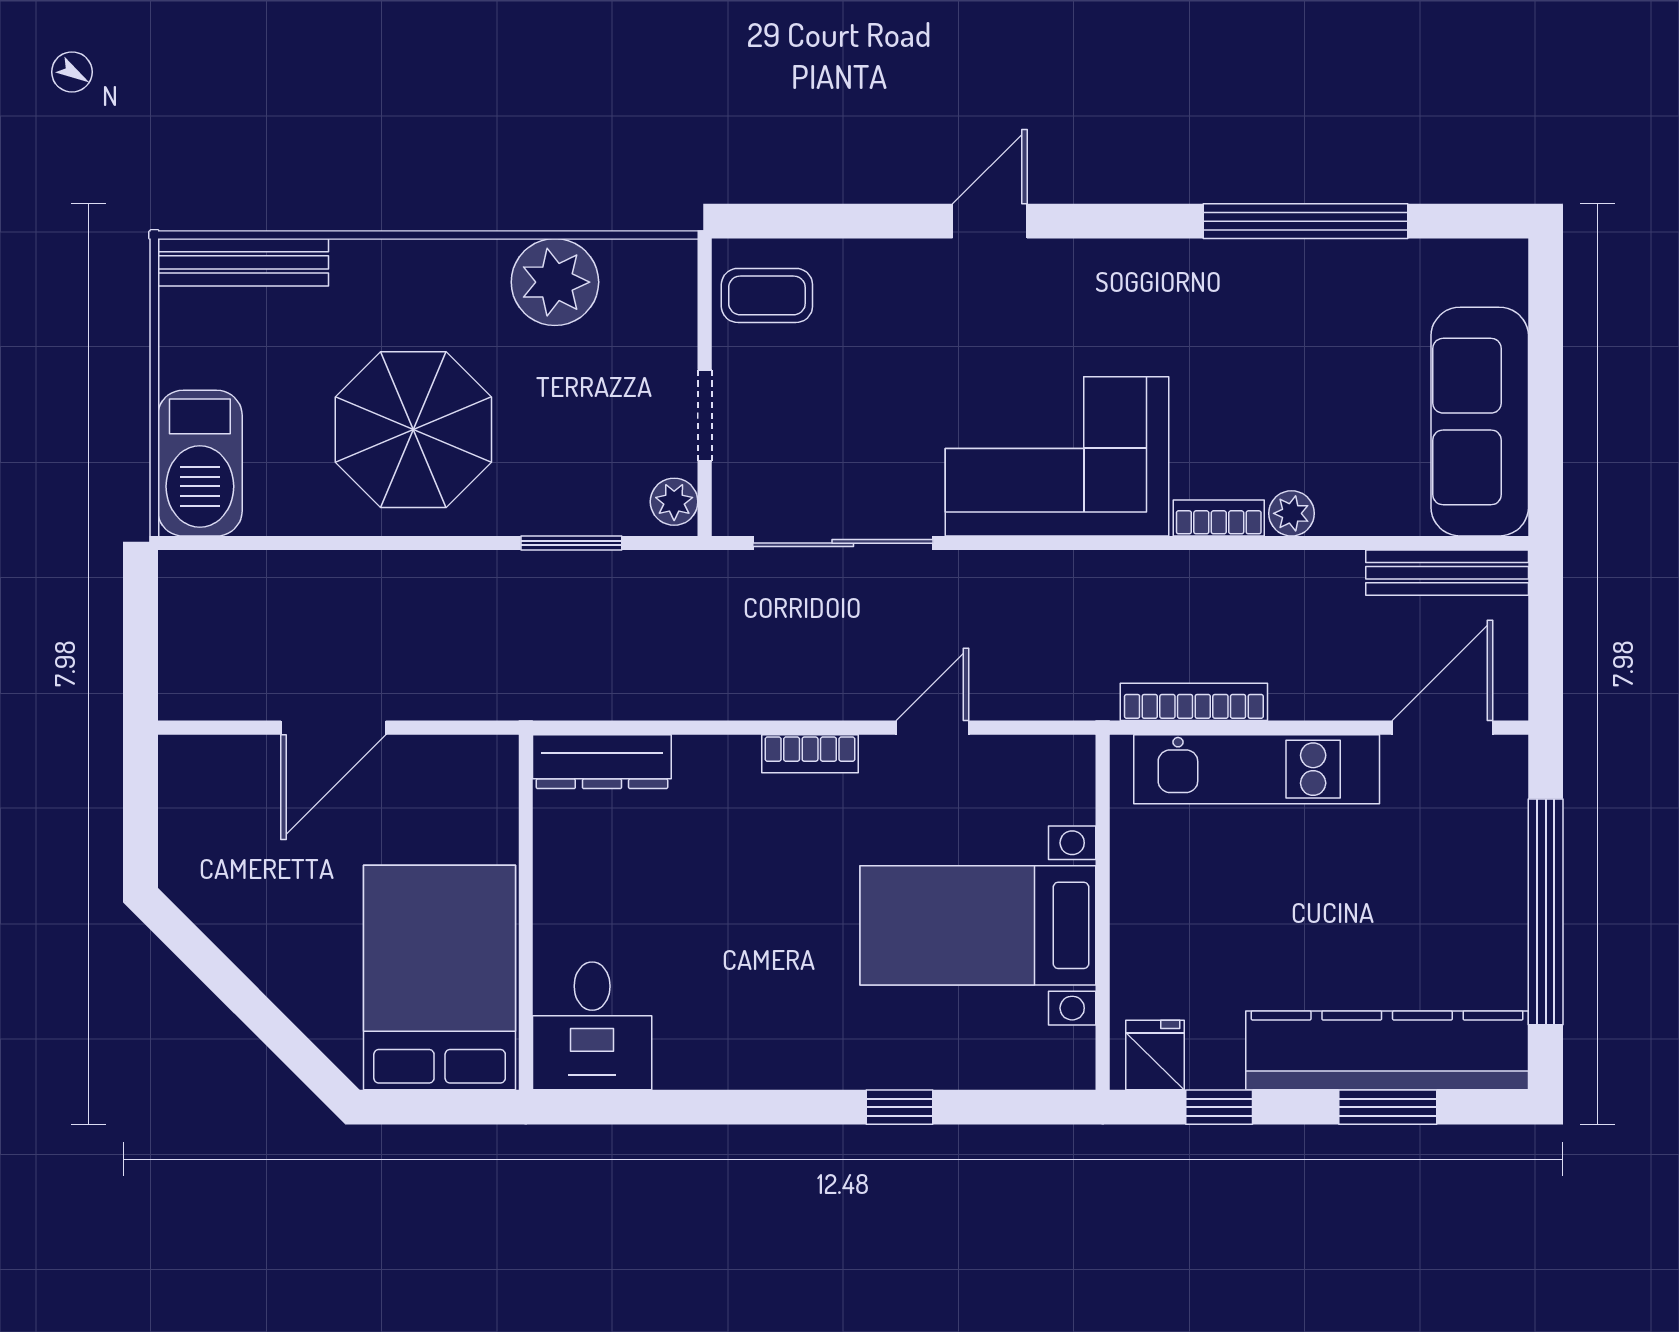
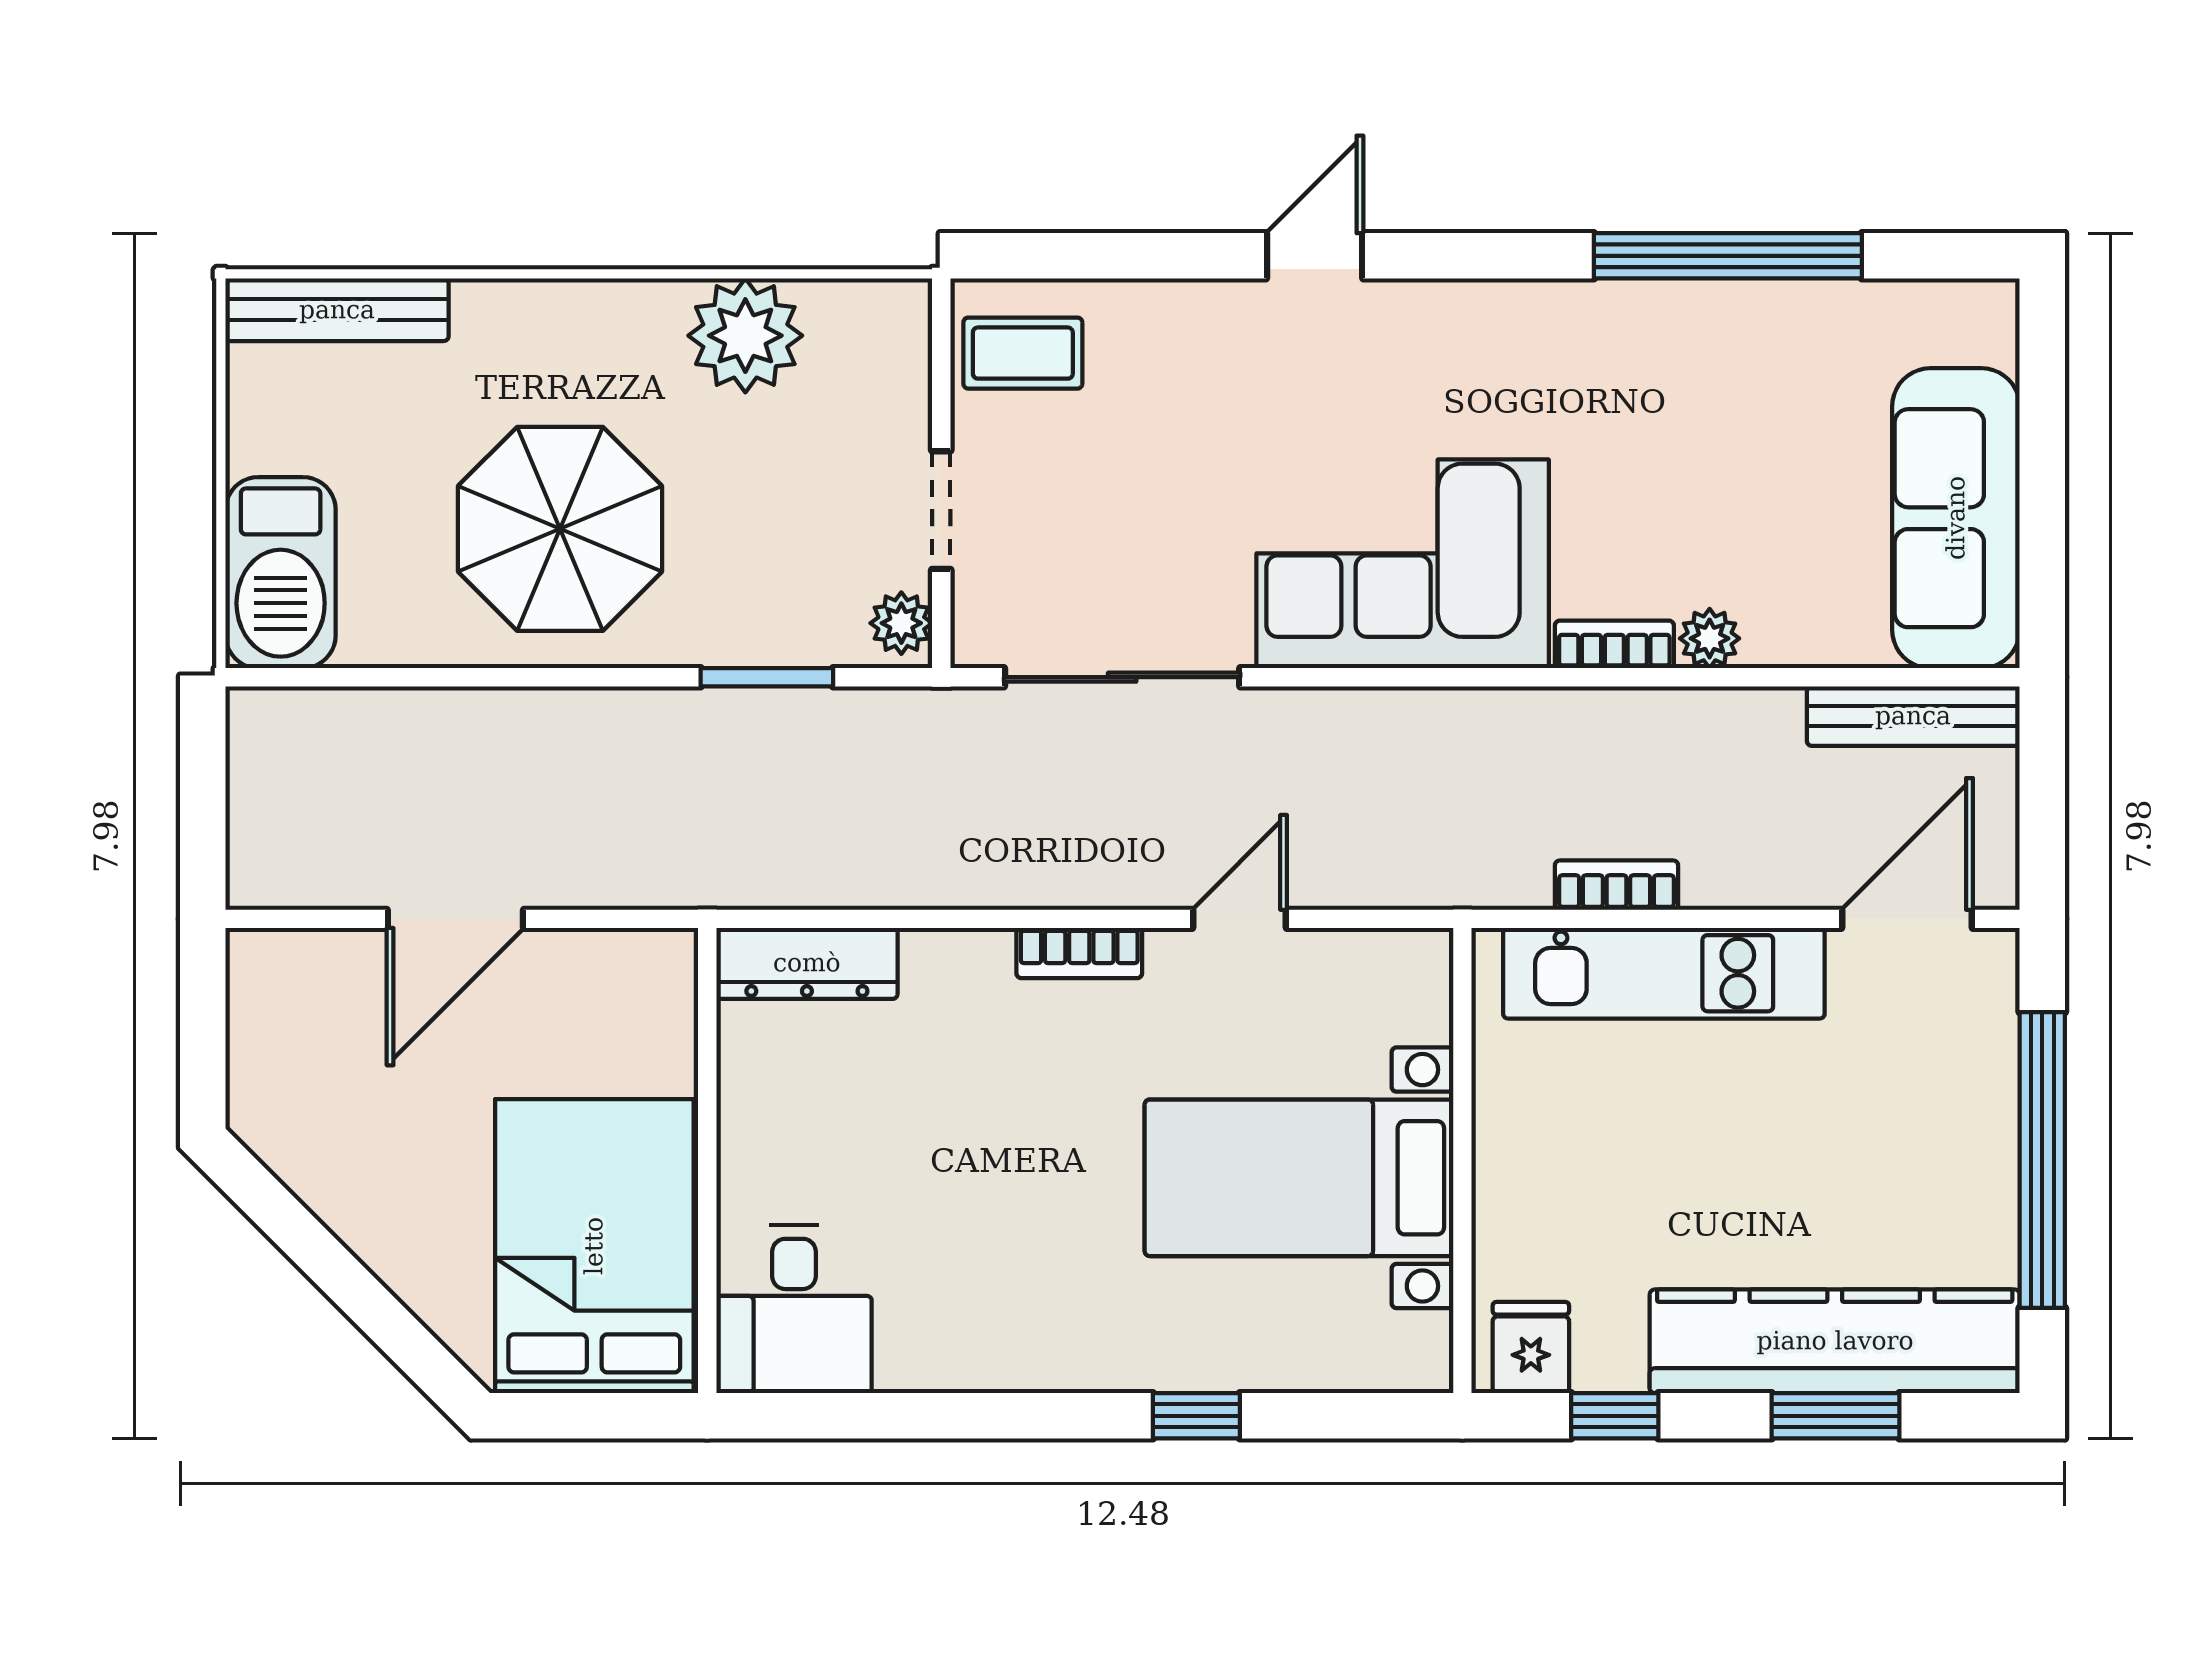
bookcase: (1194, 702) -> (1616, 885), width x0.64

